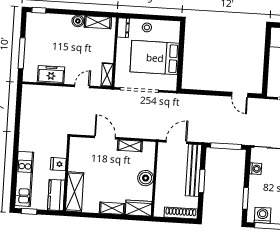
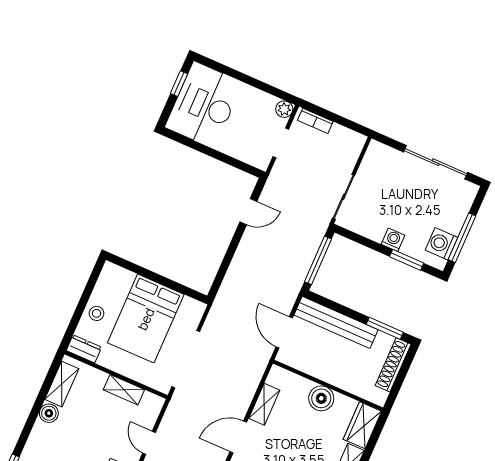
shelving: (107, 75) -> (124, 390), moved
washing machine: (256, 169) -> (393, 240), moved
window: (202, 181) -> (385, 328), moved

